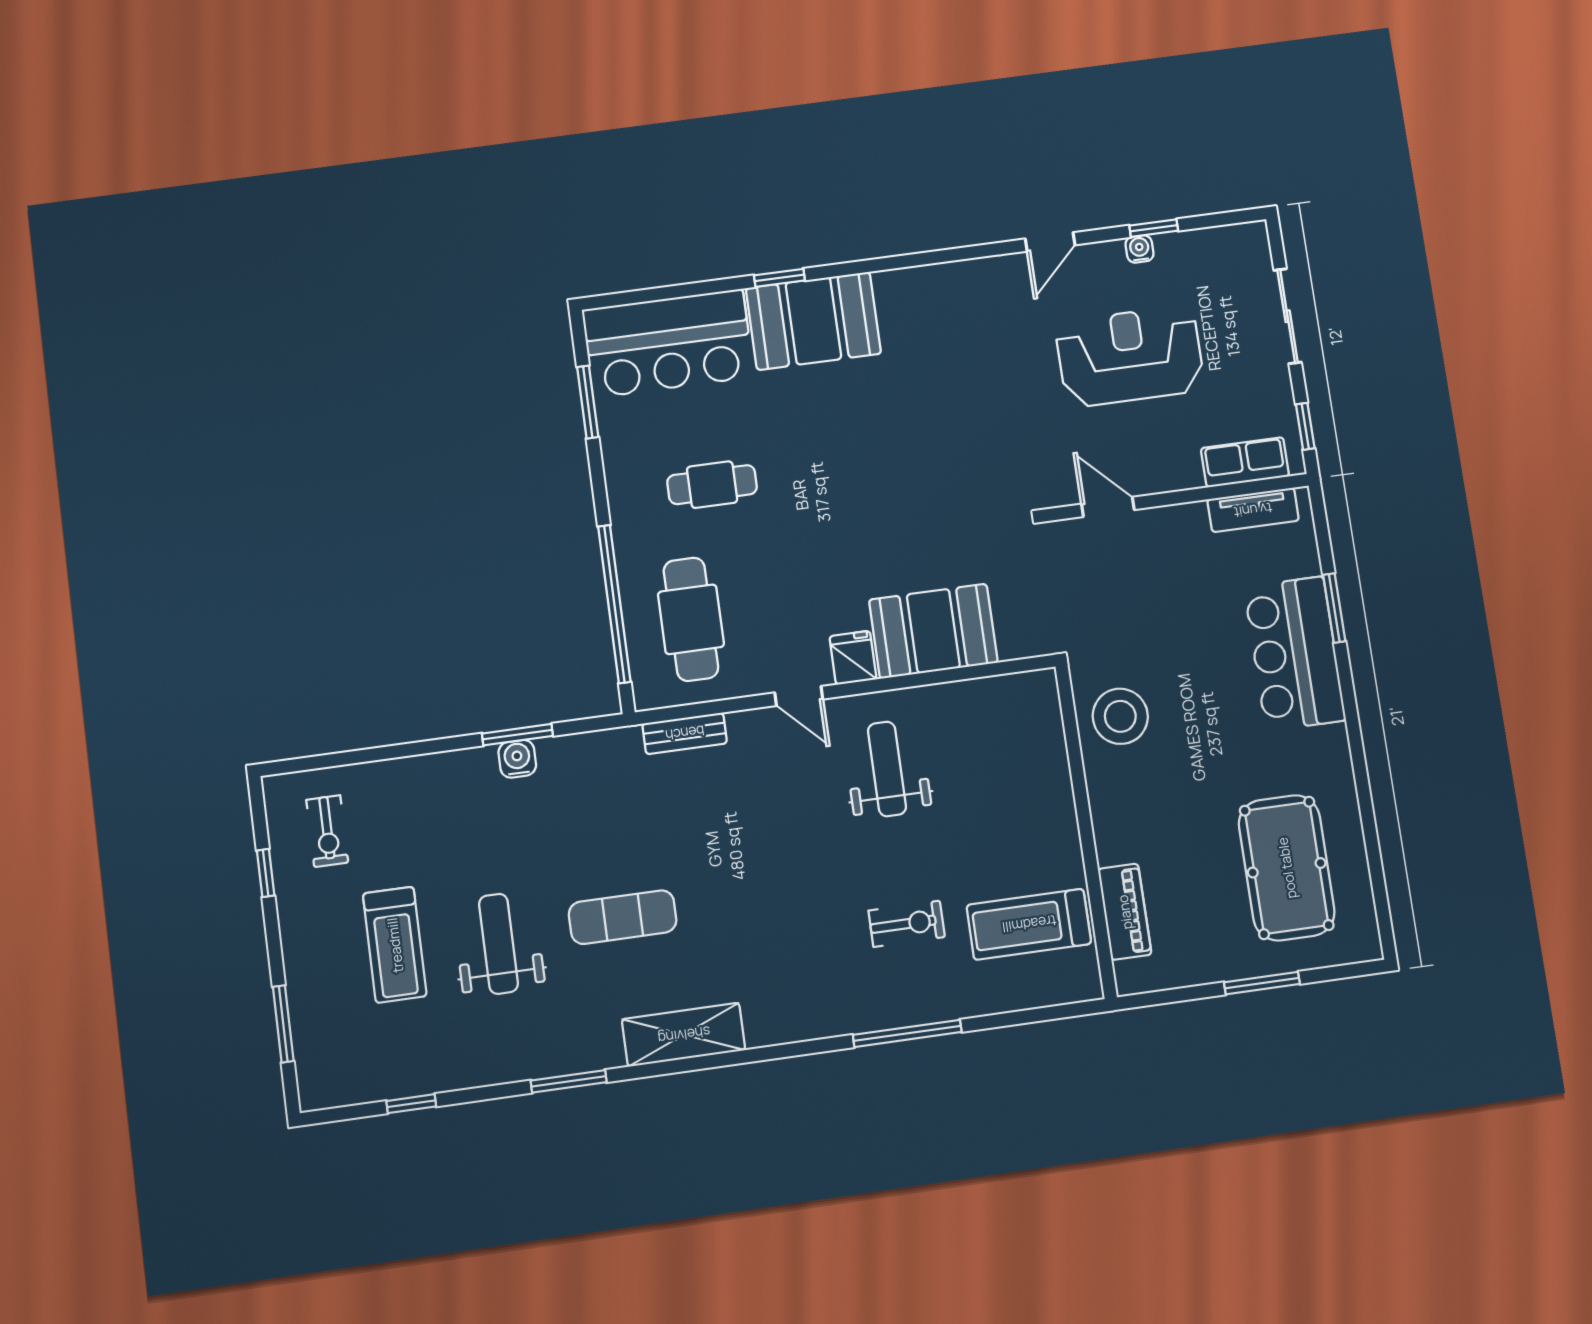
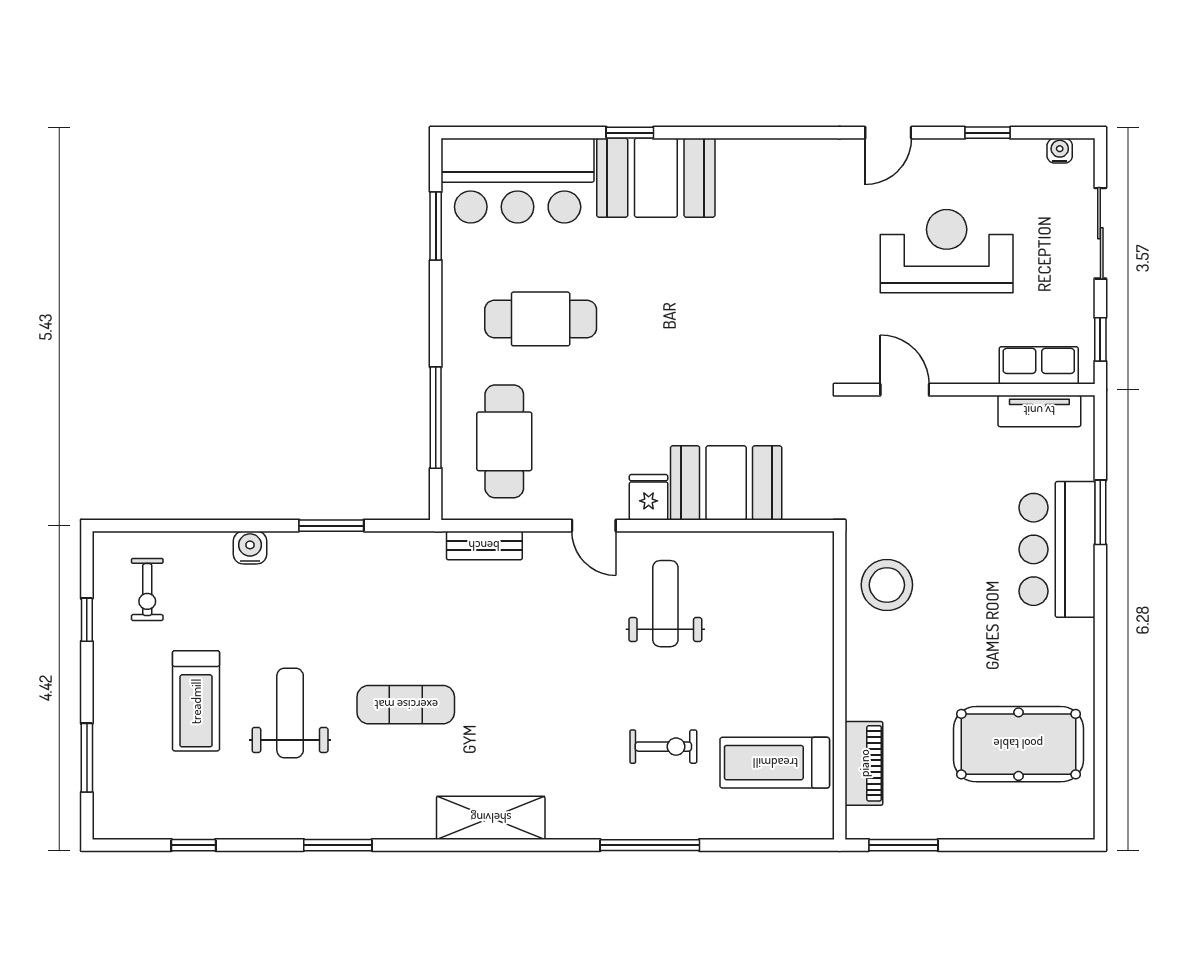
water cooler: (1140, 249) -> (1060, 151), moved
cafe table: (712, 485) -> (541, 319), width x1.37, depth x1.35
window: (614, 604) -> (436, 418), width x0.68
water cooler: (517, 759) -> (250, 548), moved
pool table: (1287, 868) -> (1018, 744), turned 90
window: (1262, 983) -> (903, 845), moved
shelving: (684, 1035) -> (491, 818), moved

